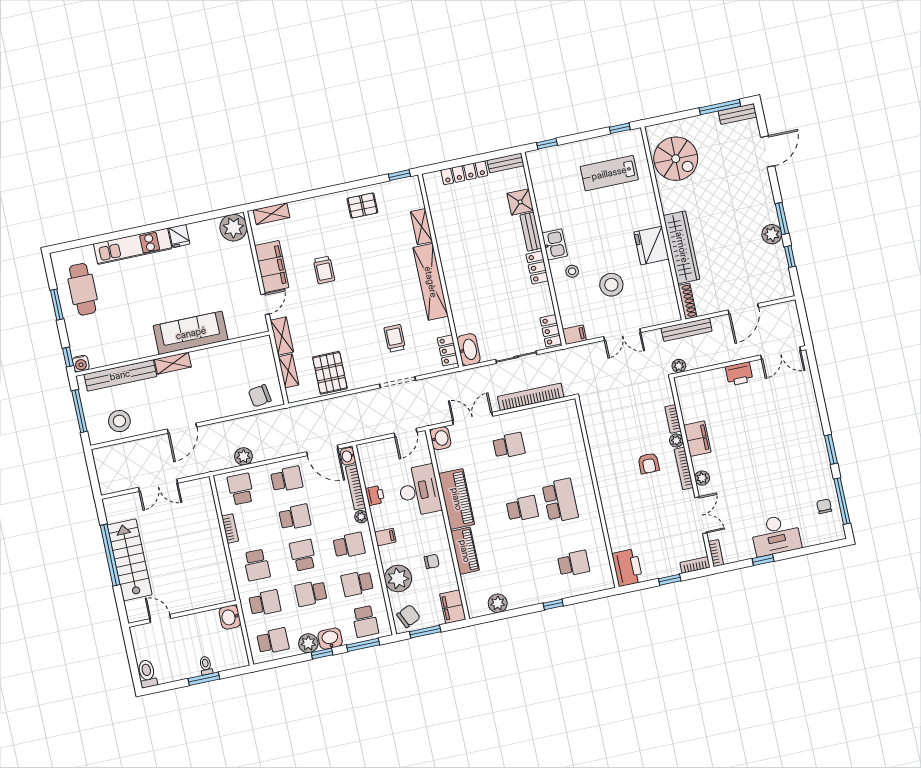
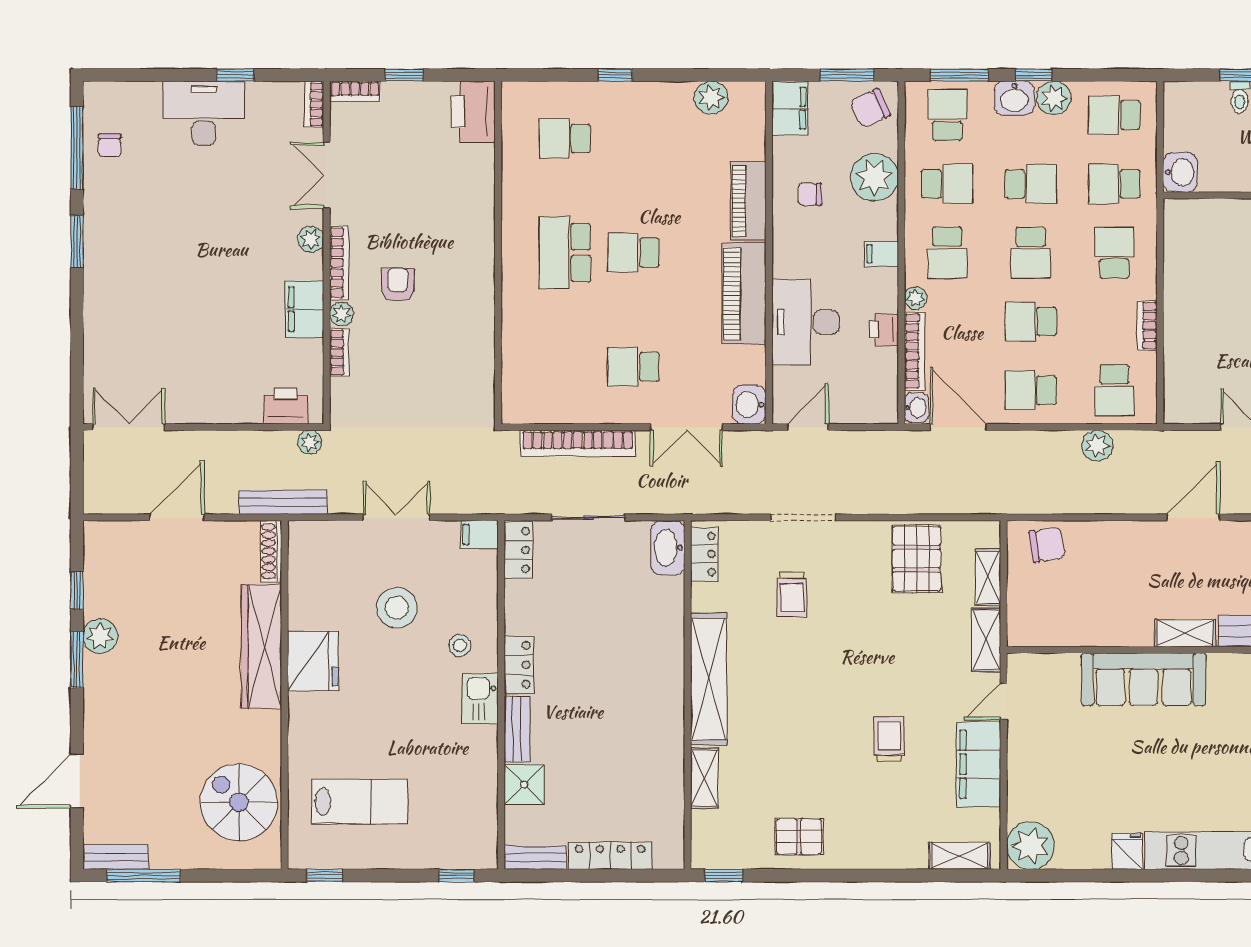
printer: (739, 374) -> (286, 406), moved
school desk: (349, 545) -> (947, 253), turned -90

